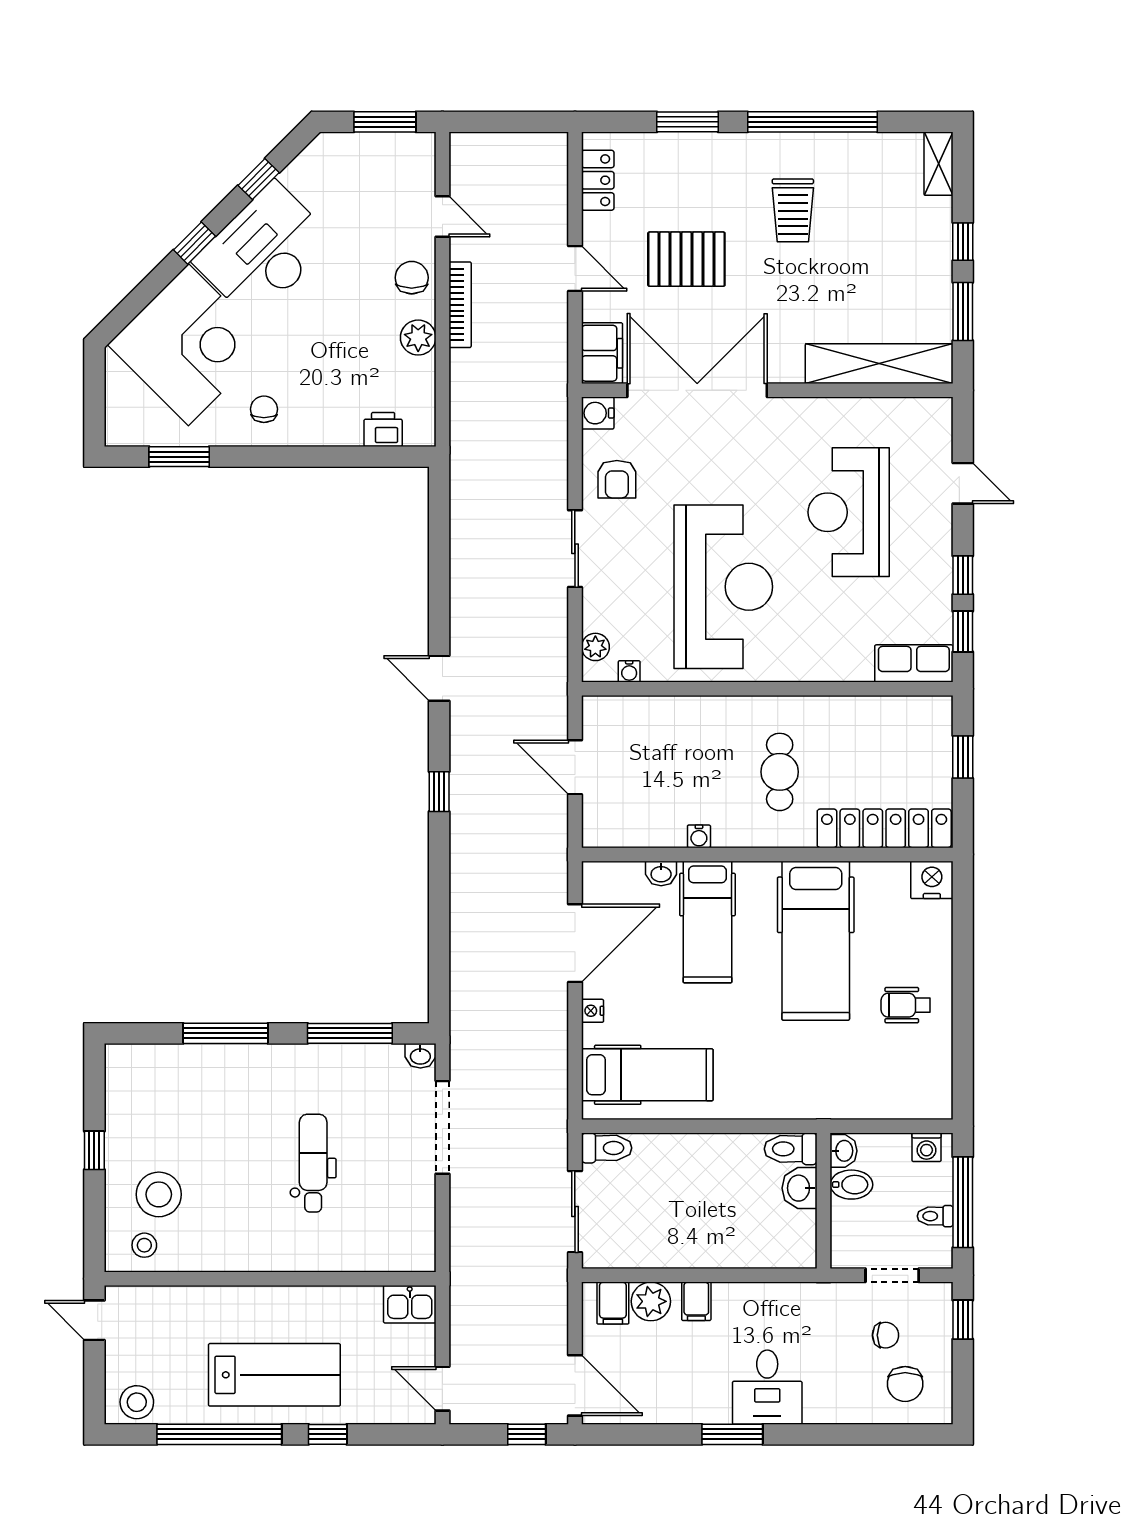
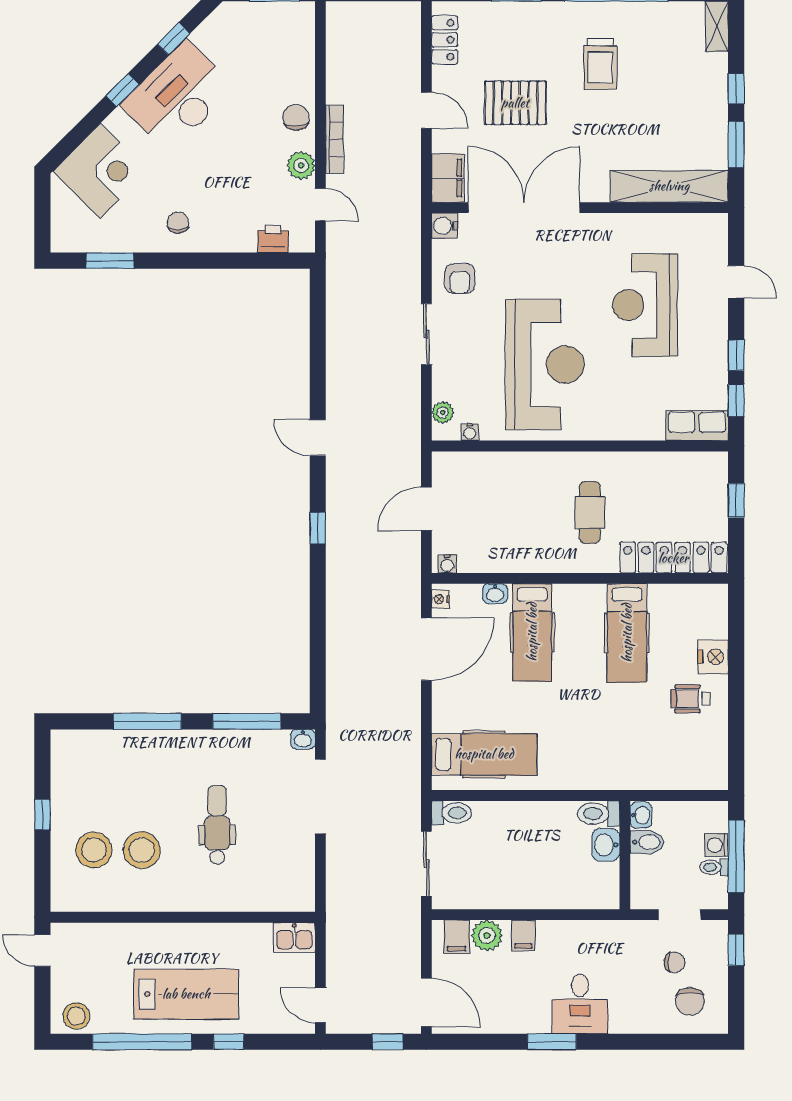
door: (442, 217) -> (320, 205), moved
corner desk: (188, 345) -> (100, 171), width x0.74, depth x0.74
door: (575, 767) -> (426, 509), hinge flipped
water cooler: (699, 836) -> (447, 564), moved
nightstand: (932, 880) -> (713, 657), moved, turned 90
hospital bed: (816, 941) -> (627, 633), width x0.73, depth x0.78
nightstand: (593, 1011) -> (440, 599), moved
washing machine: (927, 1147) -> (717, 845), moved, turned 90
stool: (144, 1245) -> (142, 850), moved, width x1.89, depth x1.89

